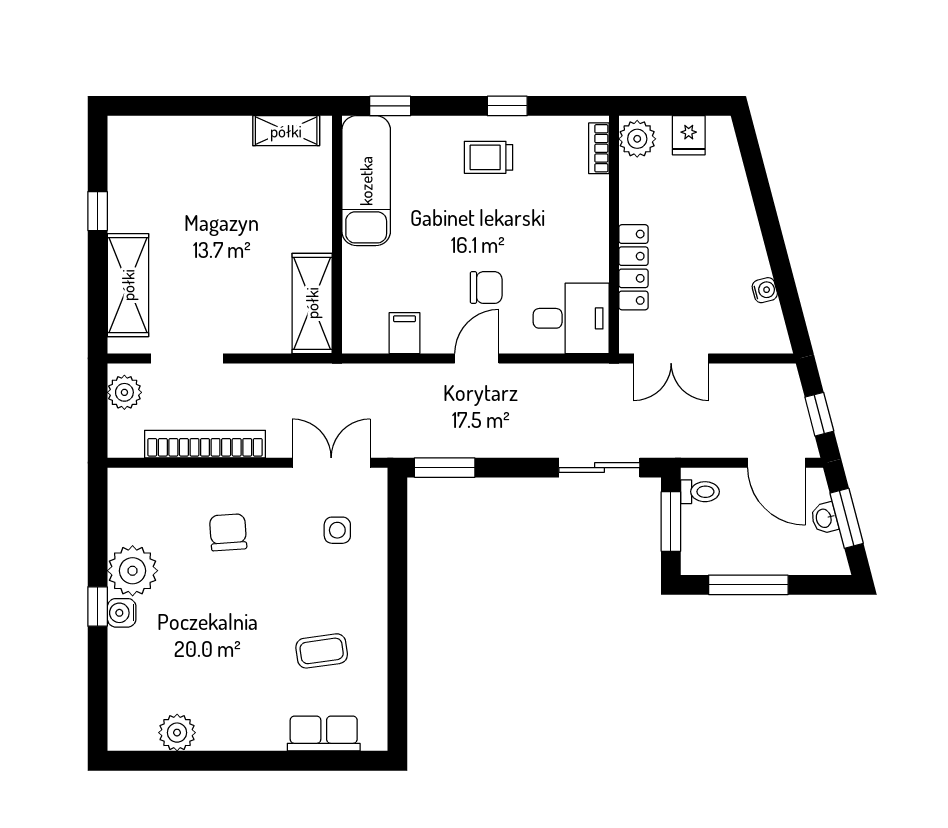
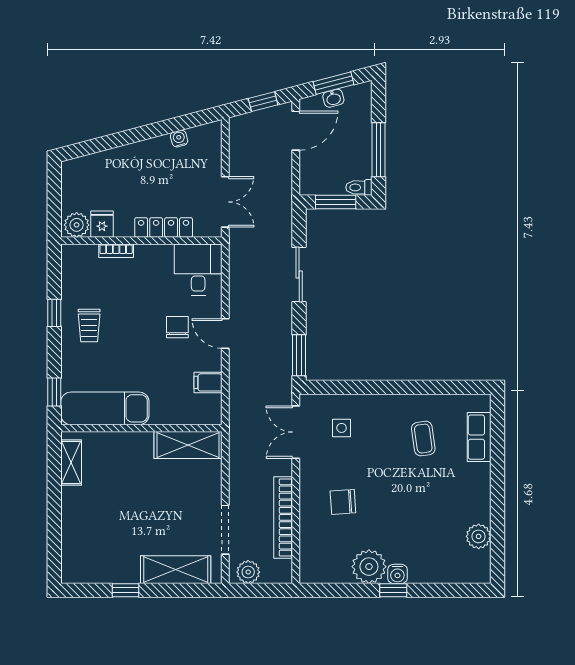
fridge: (689, 135) -> (102, 224), moved, turned -90
bookcase: (599, 148) -> (116, 251), moved
sliding door: (599, 468) -> (299, 275), moved
toilet: (700, 492) -> (359, 187), moved, turned -90

